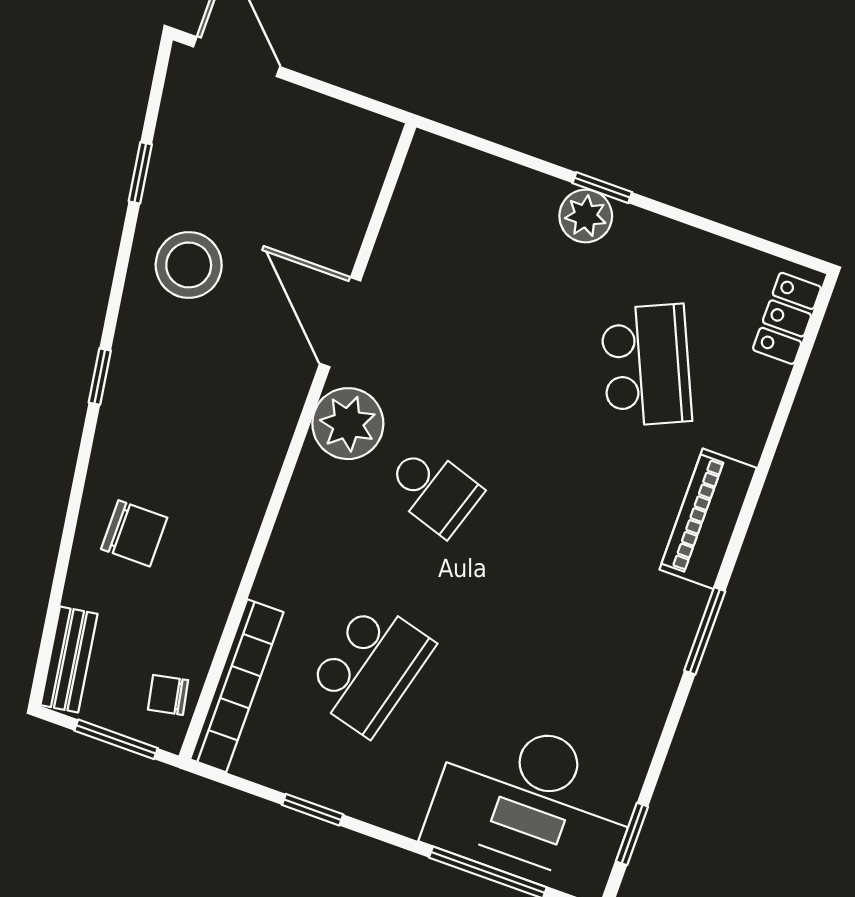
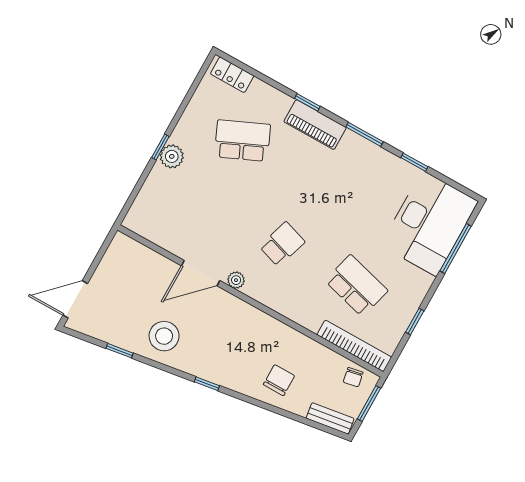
plant: (348, 424) -> (236, 280), width x0.53, depth x0.53
window: (754, 494) -> (307, 102), added
window: (632, 834) -> (414, 162), moved

